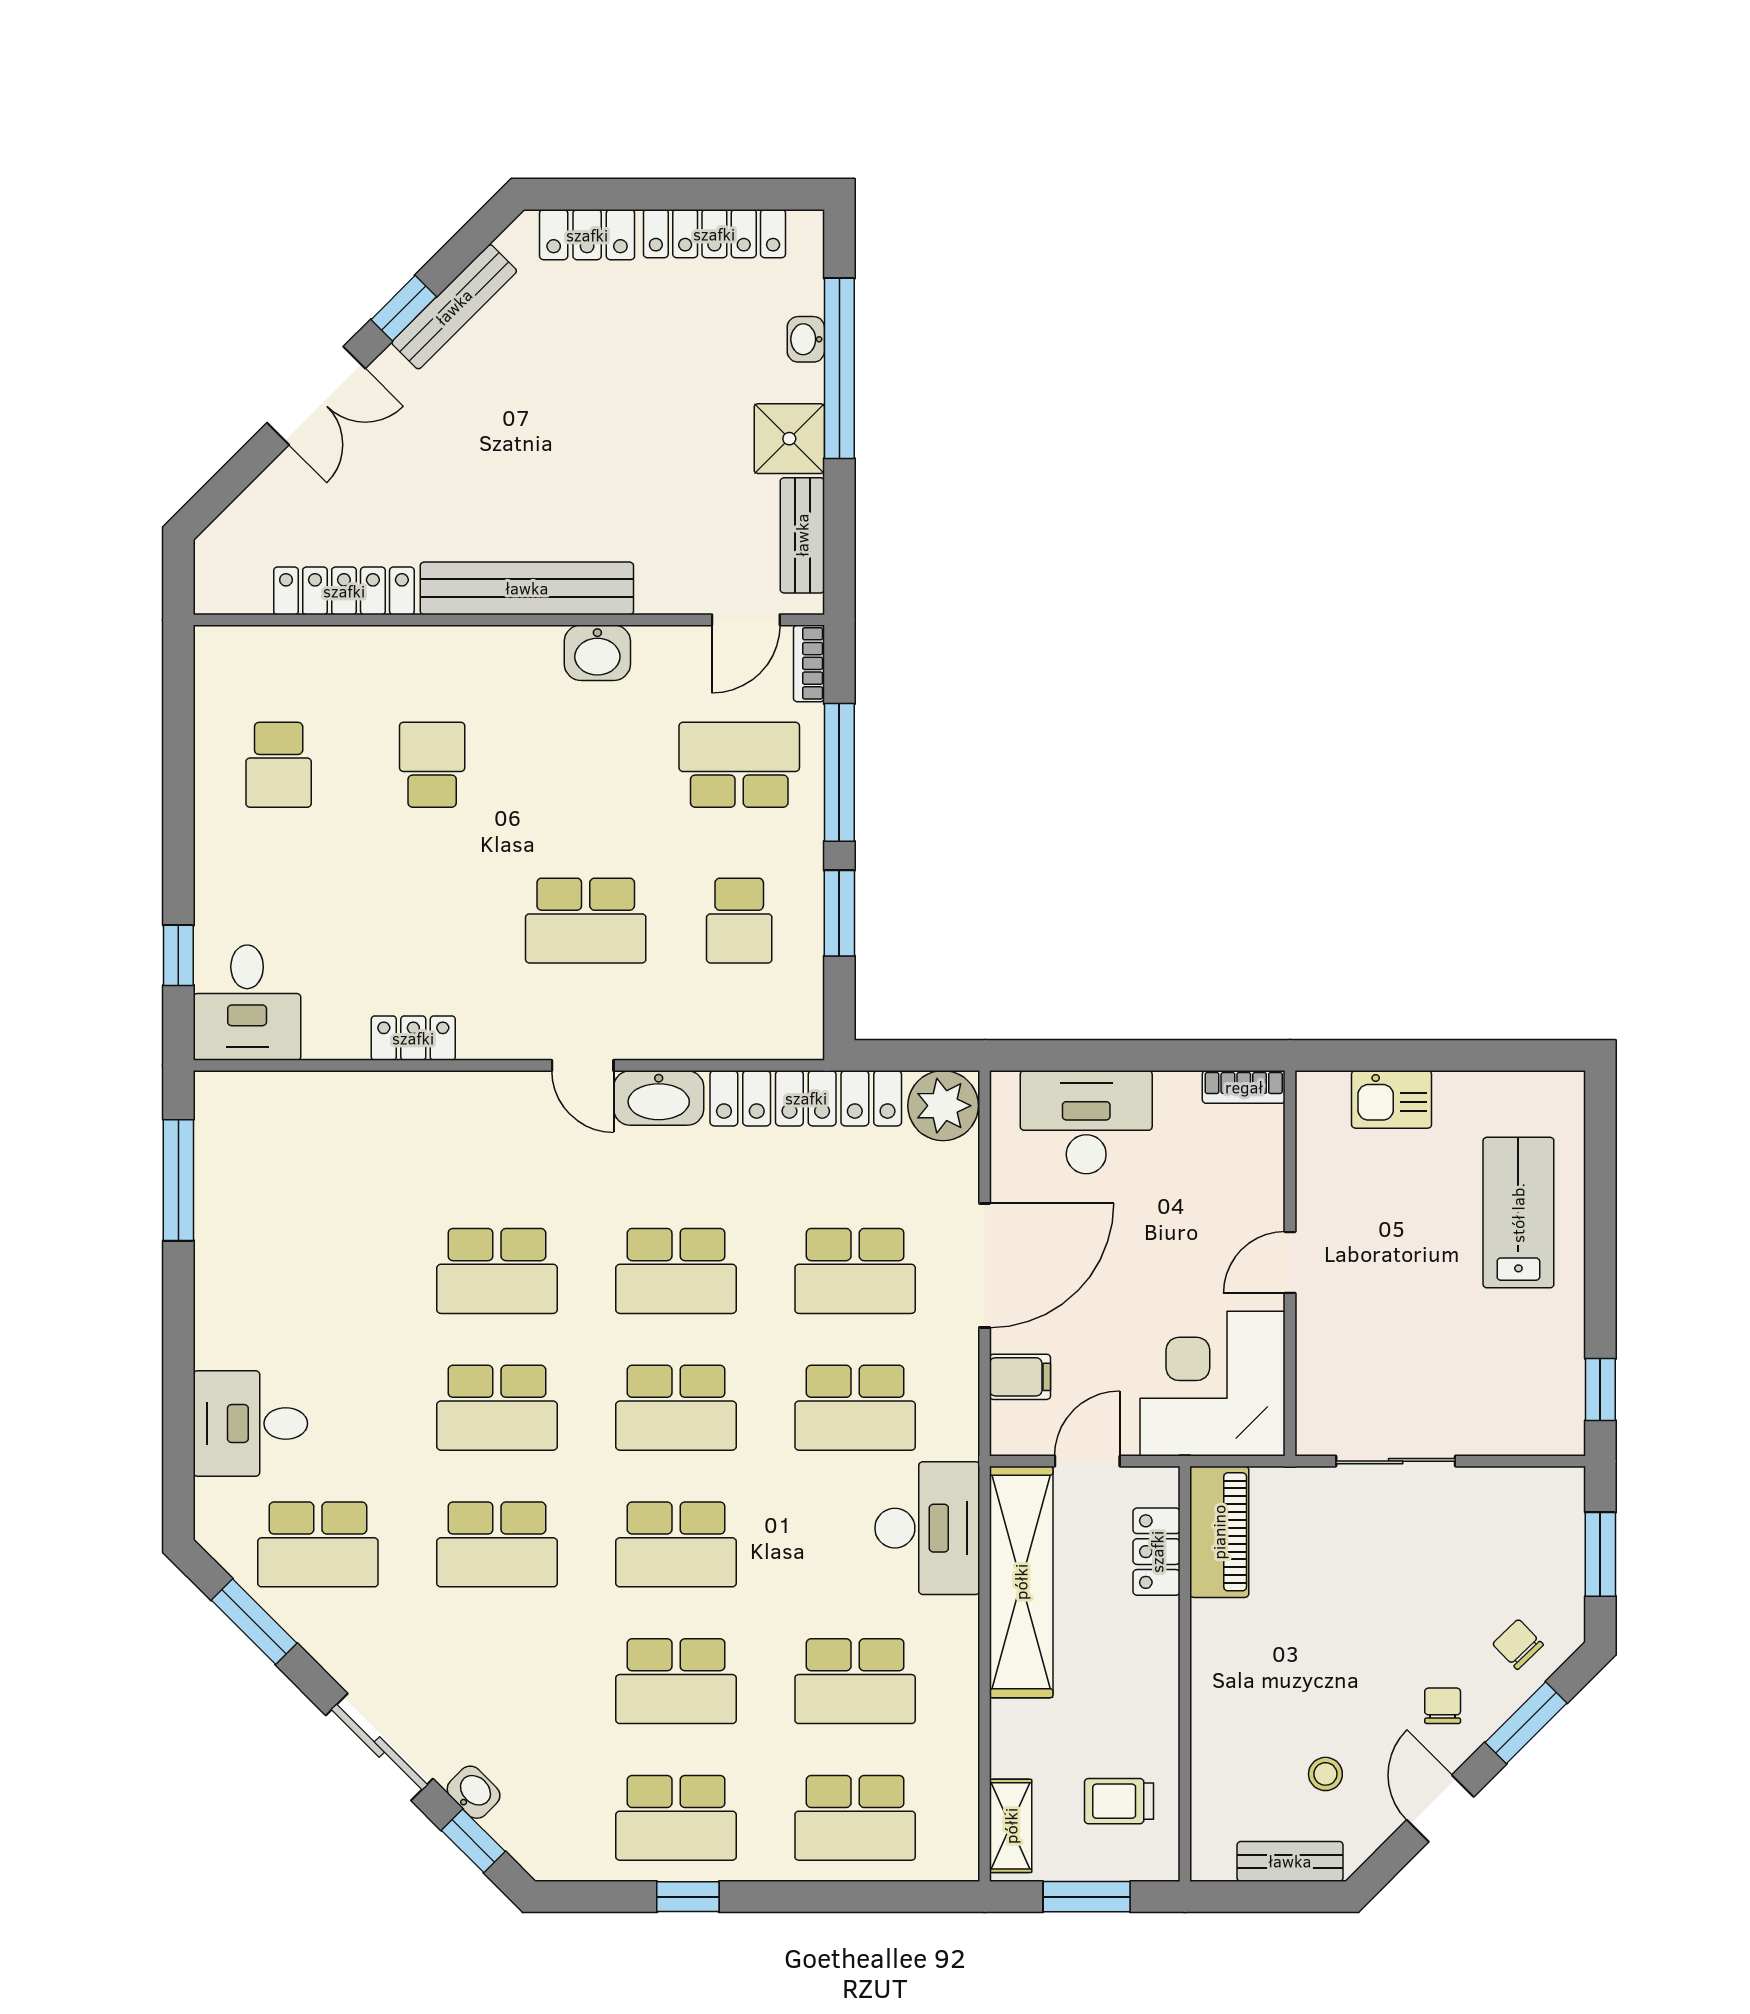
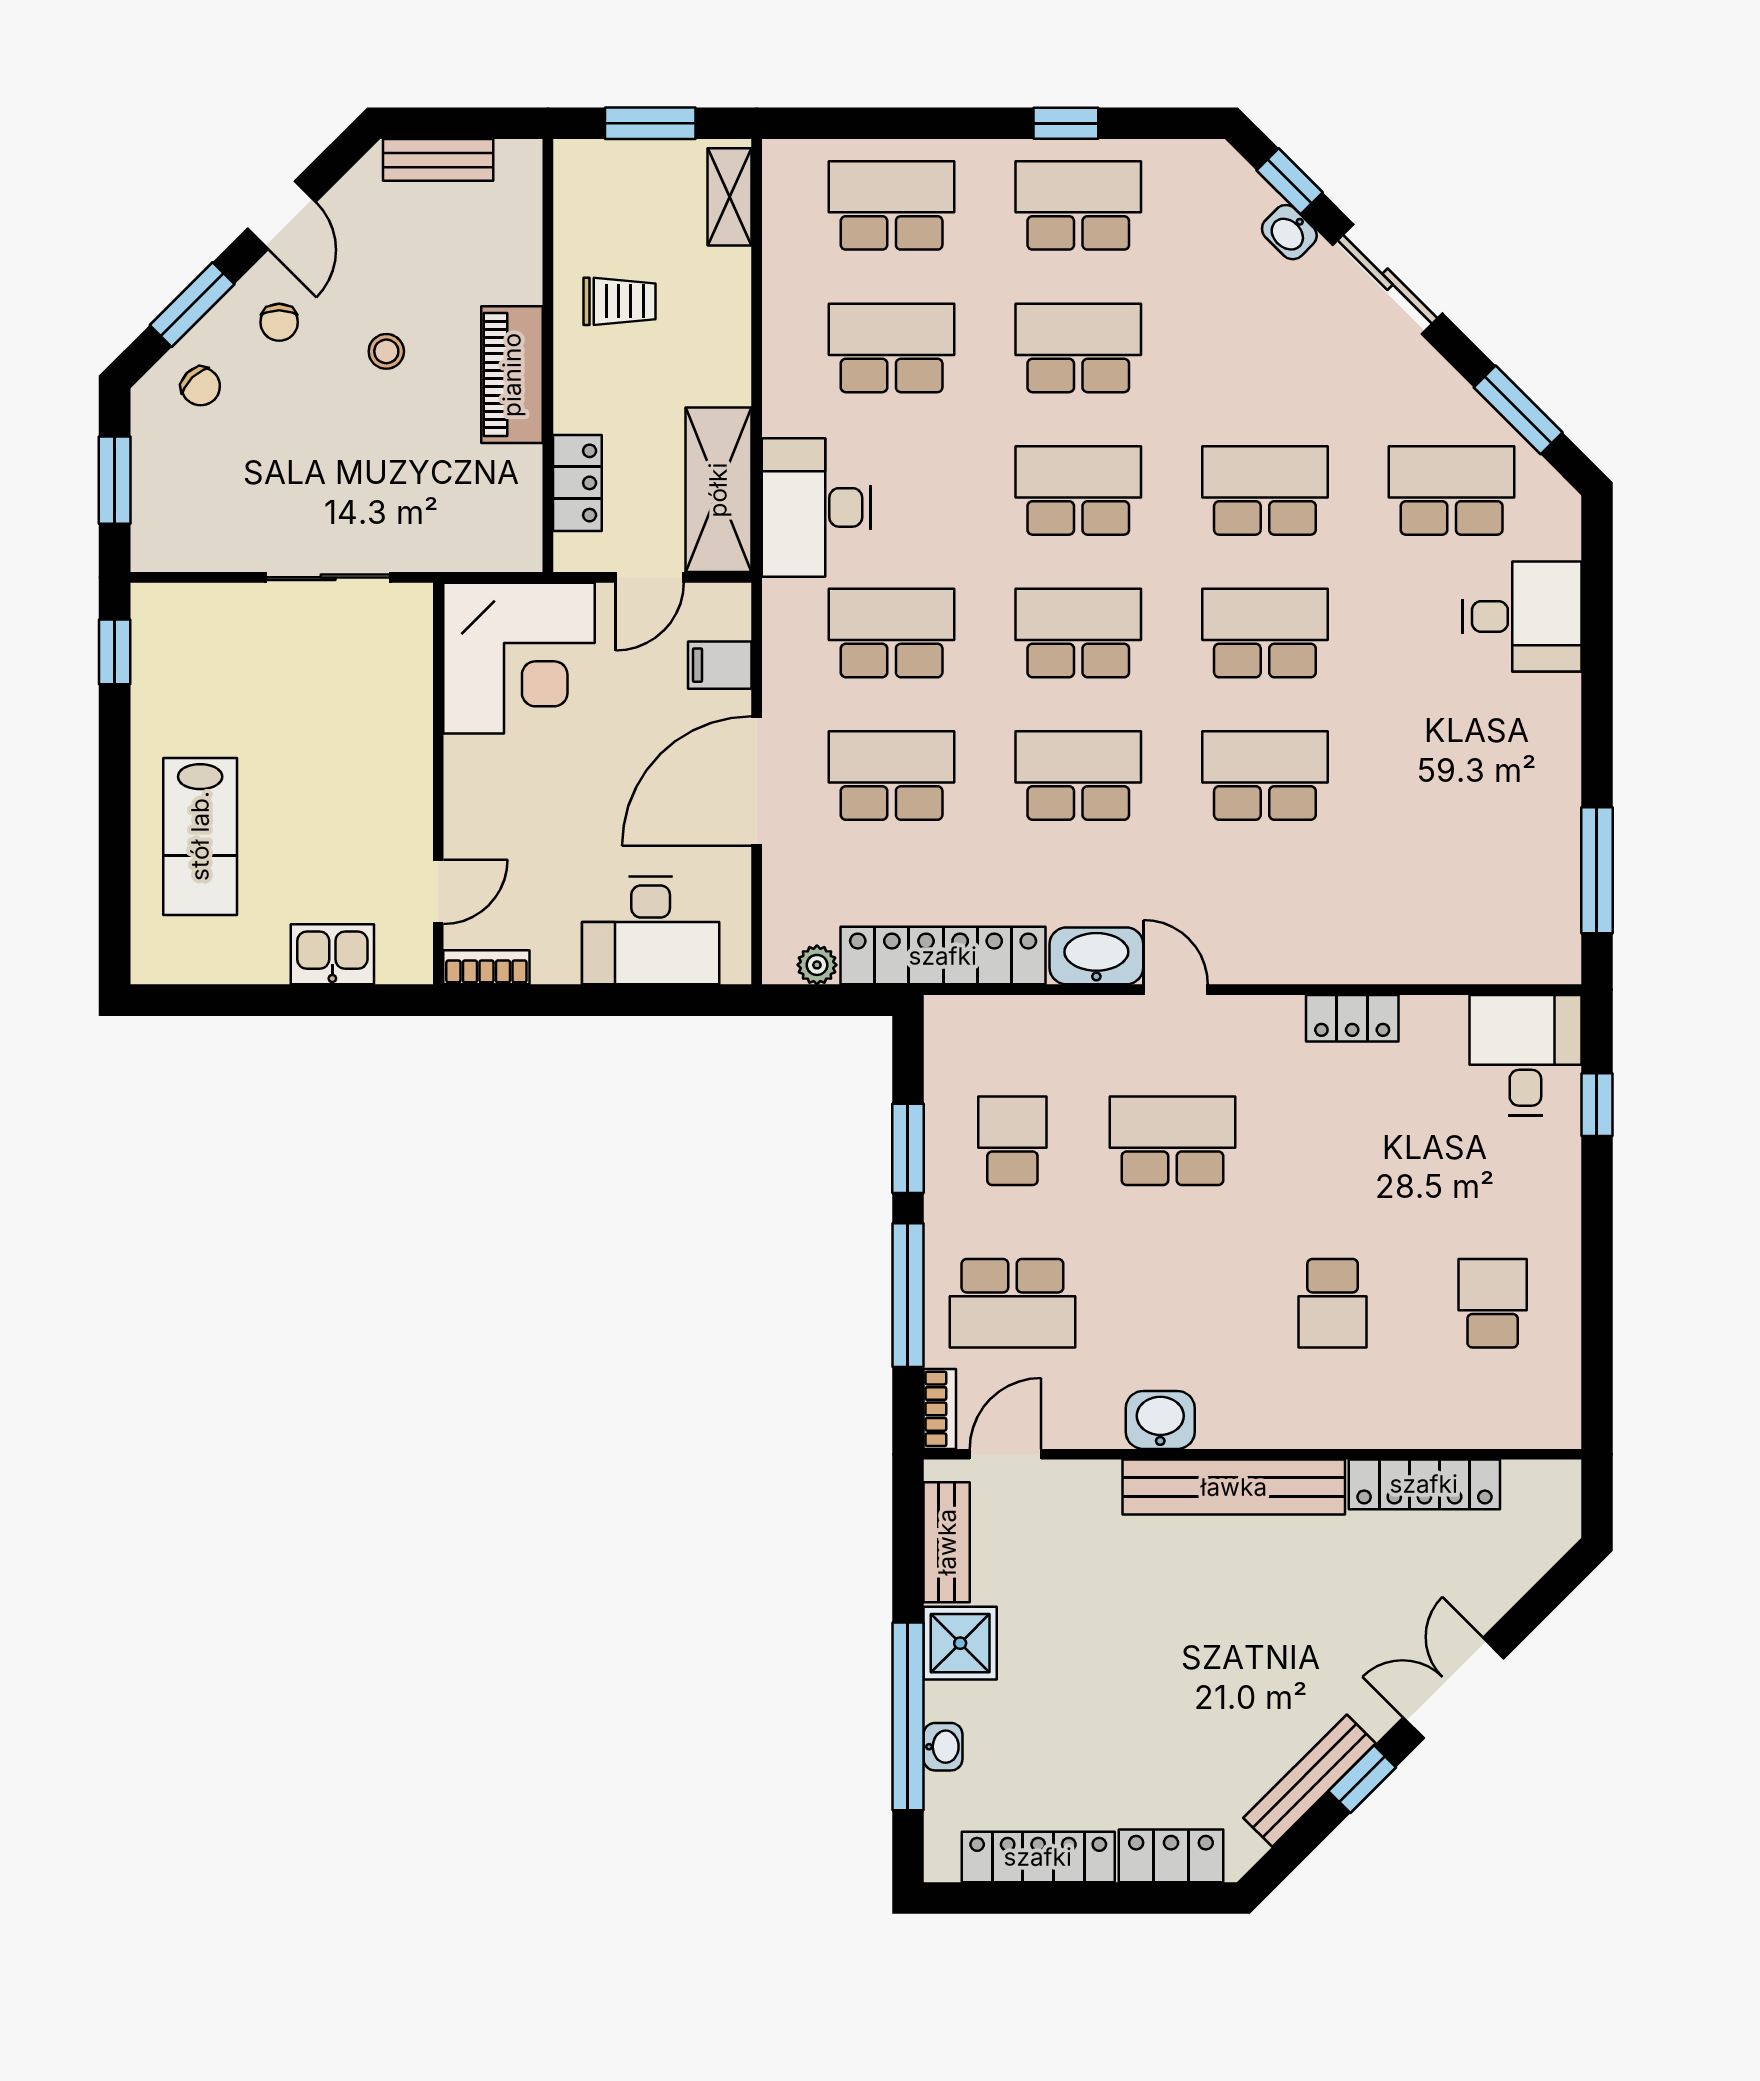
plant: (943, 1106) -> (817, 965), width x0.53, depth x0.53
door: (1290, 1262) -> (438, 892), moved
piano: (1219, 1532) -> (512, 375), moved
shelving: (1021, 1582) -> (718, 490), width x0.68
stool: (1325, 1774) -> (386, 351), moved
trolley: (1119, 1801) -> (620, 301), moved

